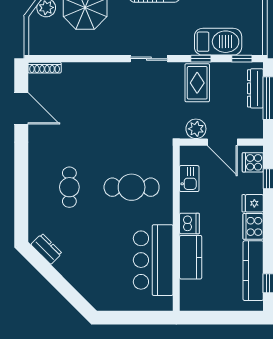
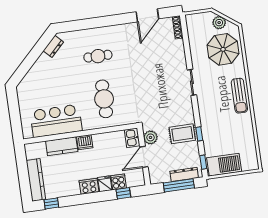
barbecue: (218, 42) -> (224, 165), moved, turned -90
sliding door: (149, 59) -> (192, 82), moved
cooker: (253, 162) -> (119, 182), moved
kitchen sink: (189, 179) -> (132, 138), moved, turned 90
kitchen counter: (253, 271) -> (36, 180), moved, turned 90

